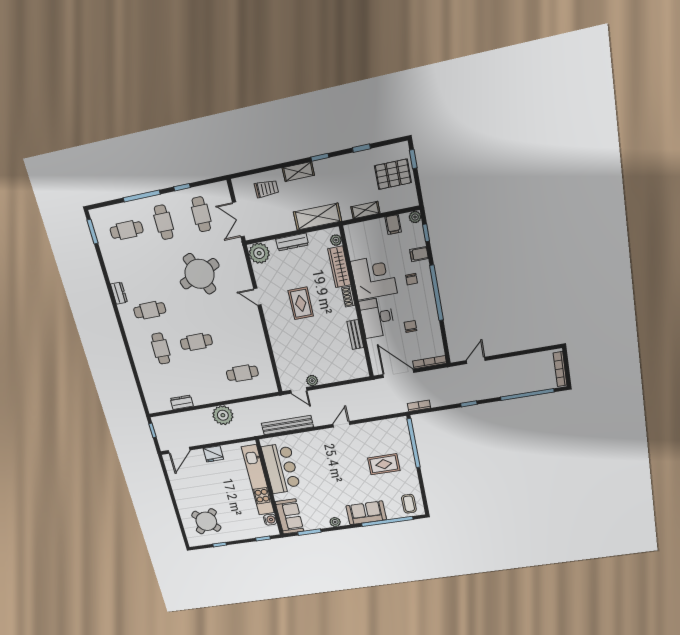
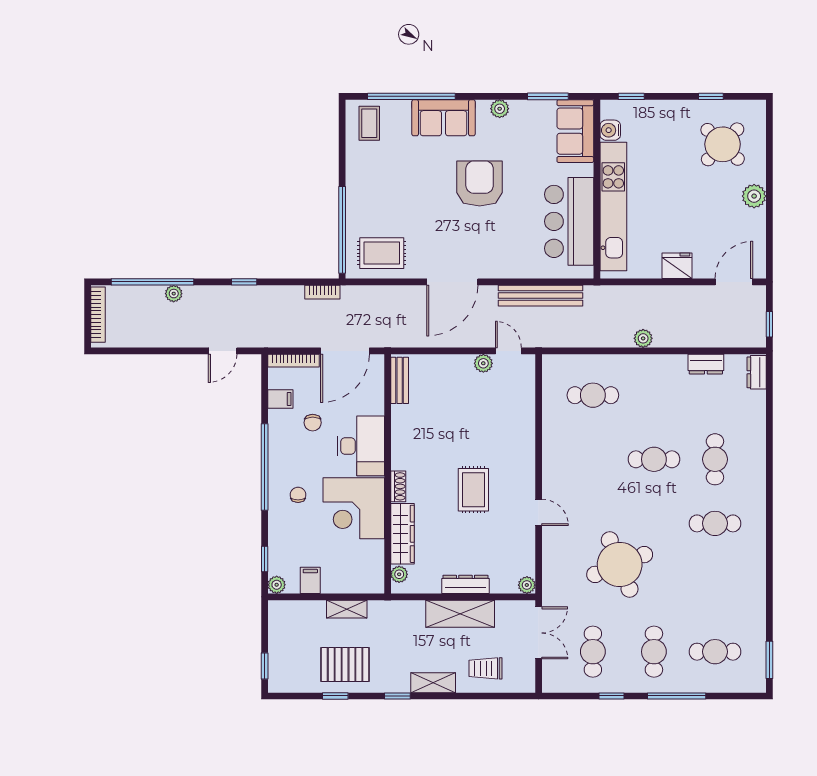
pallet: (393, 174) -> (345, 665), moved
shelving: (317, 217) -> (460, 614), moved
plant: (259, 253) -> (527, 585), width x0.53, depth x0.53
filing cabinet: (419, 254) -> (280, 399), moved
dresser: (119, 293) -> (757, 372), moved
bench: (355, 334) -> (400, 380), moved
door: (398, 374) -> (345, 351), hinge flipped
plant: (513, 390) -> (174, 294), added
plant: (223, 415) -> (643, 338), width x0.53, depth x0.53
door: (341, 424) -> (452, 282), width x1.88
rug: (384, 464) -> (382, 253), moved
armchair: (337, 481) -> (480, 183), added
plant: (181, 497) -> (754, 196), added

